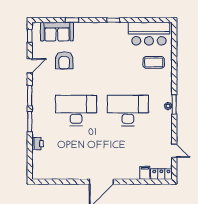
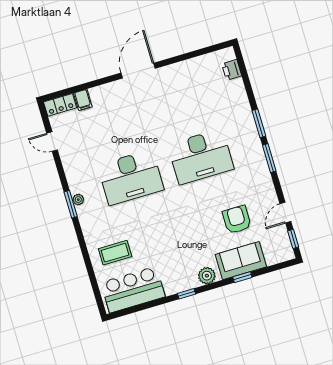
plant: (96, 28) -> (207, 276), added
sofa: (57, 32) -> (241, 261), moved
door: (30, 66) -> (285, 213), moved
printer: (38, 144) -> (232, 70), moved

